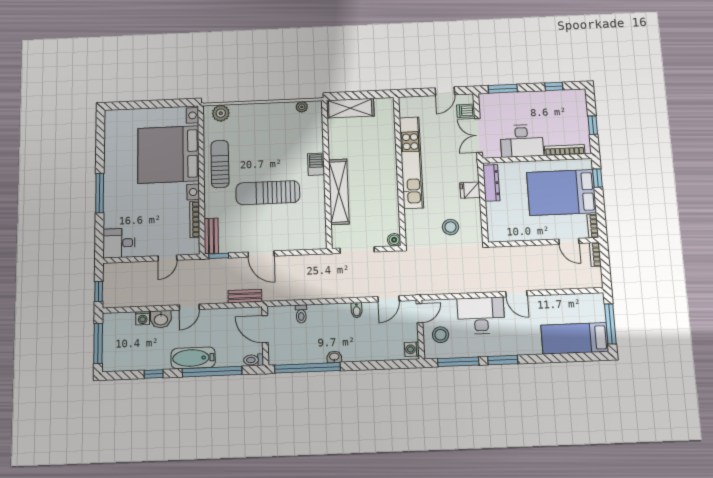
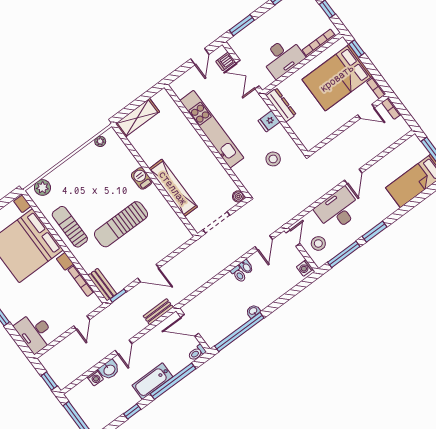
desk: (119, 243) -> (35, 332), width x1.37
door: (516, 294) -> (353, 176), hinge flipped
toilet: (301, 314) -> (239, 274), moved

